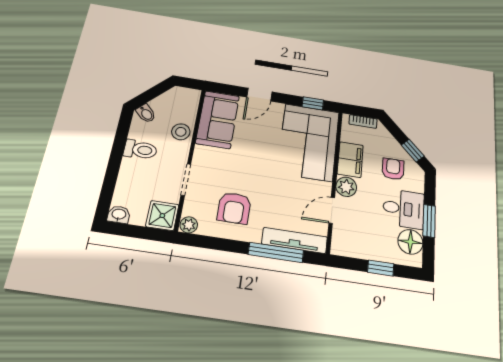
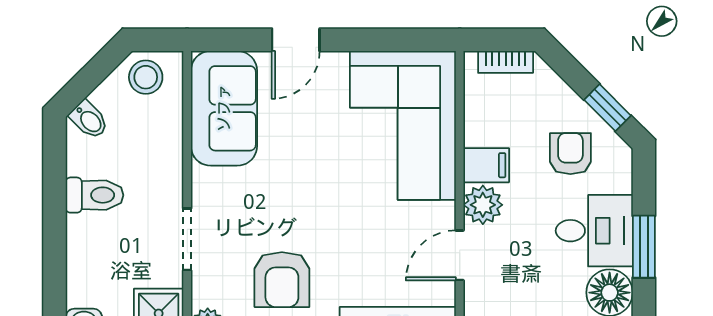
window: (313, 103) -> (402, 40), removed
stool: (181, 132) -> (146, 77), moved
filing cabinet: (350, 160) -> (486, 165), width x0.50

